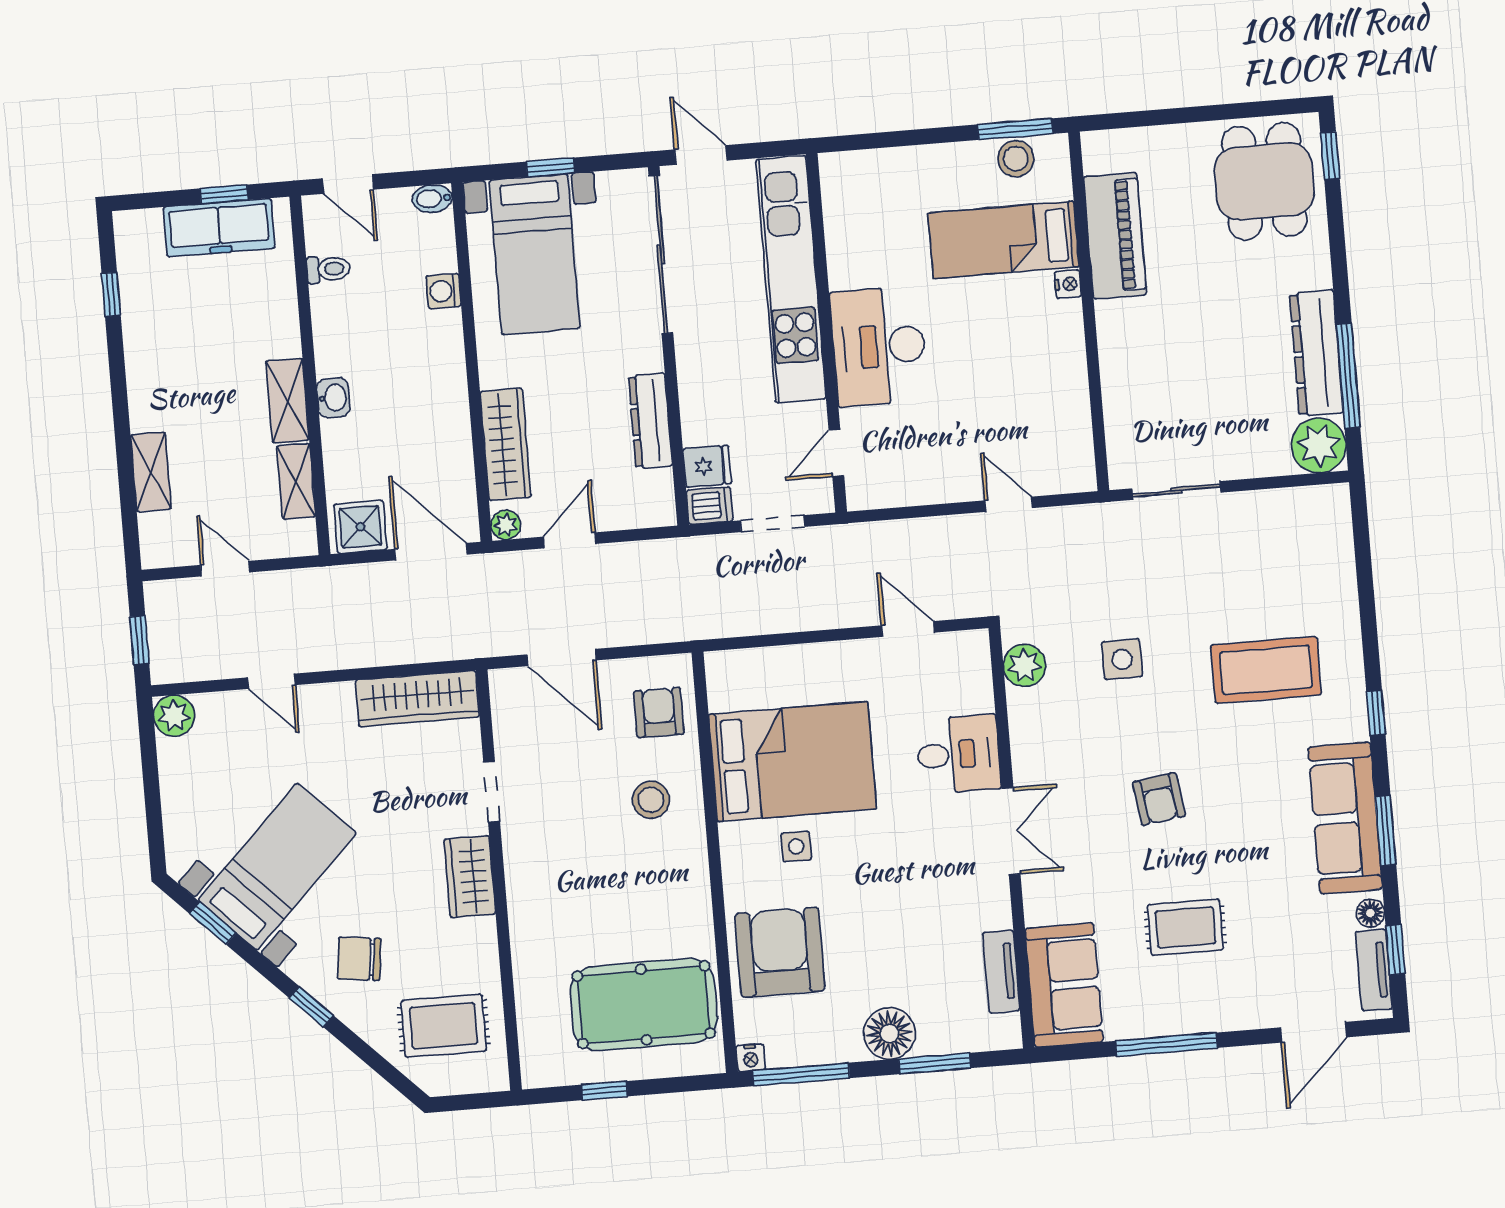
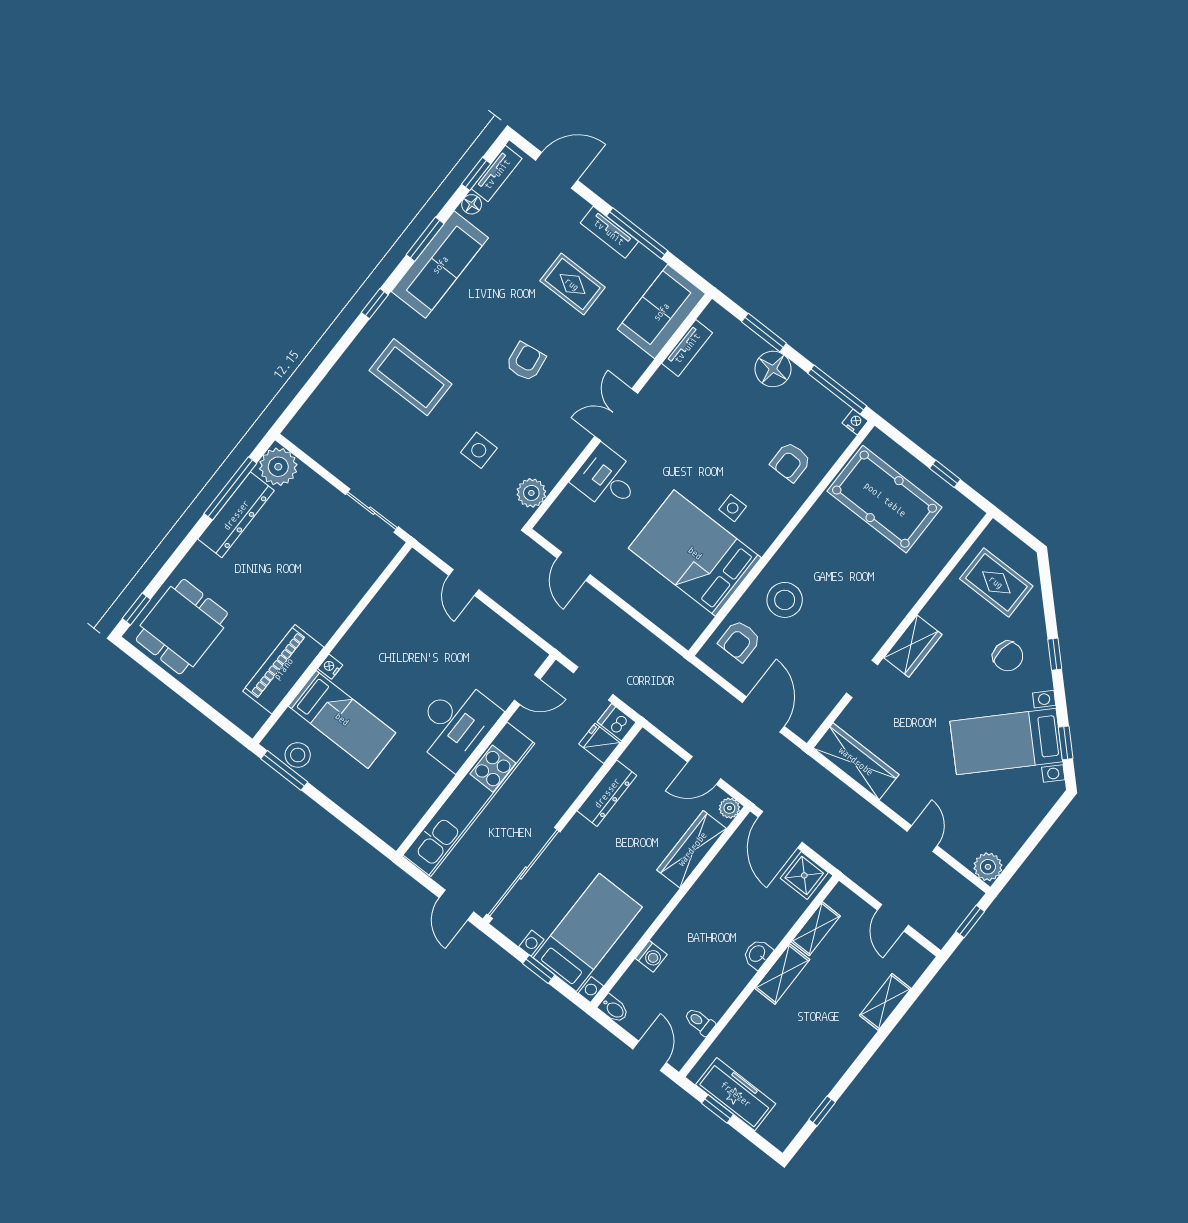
stool: (651, 800) -> (785, 600), width x1.38, depth x1.38
armchair: (780, 952) -> (791, 462), width x0.53, depth x0.53
tv unit: (1197, 1018) -> (609, 232), added

